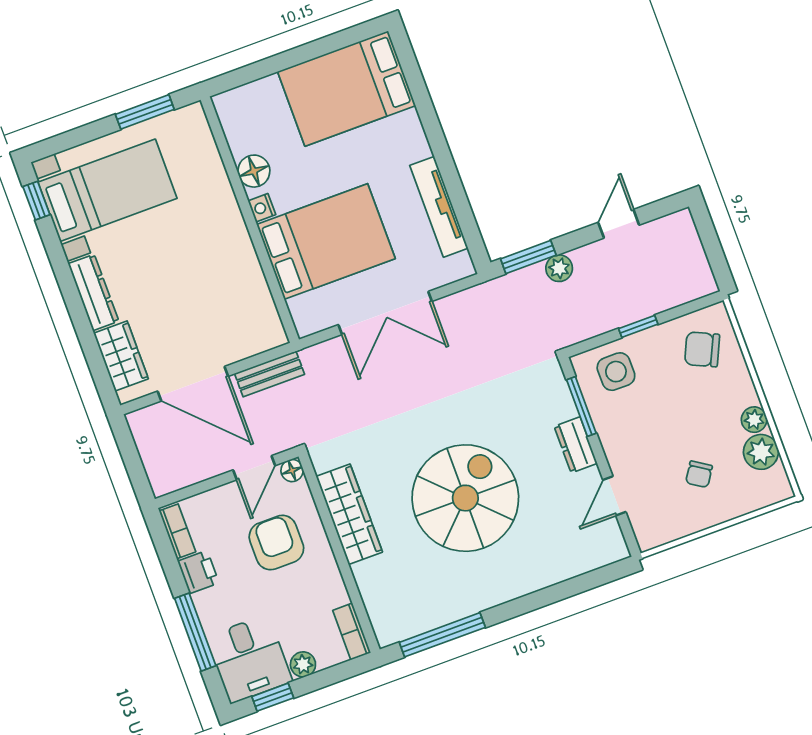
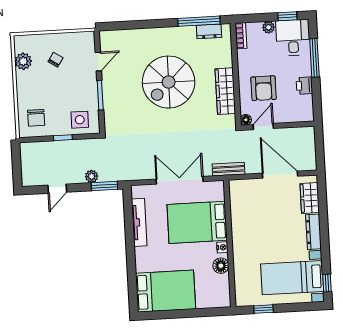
window: (145, 112) -> (263, 309), width x0.67
chair: (702, 349) -> (36, 118), turned 65
bench: (270, 374) -> (228, 169), moved
window: (581, 407) -> (100, 95), moved
plant: (754, 420) -> (22, 77), removed
dresser: (576, 445) -> (209, 31), moved, turned 90
bookcase: (177, 531) -> (308, 108), removed

